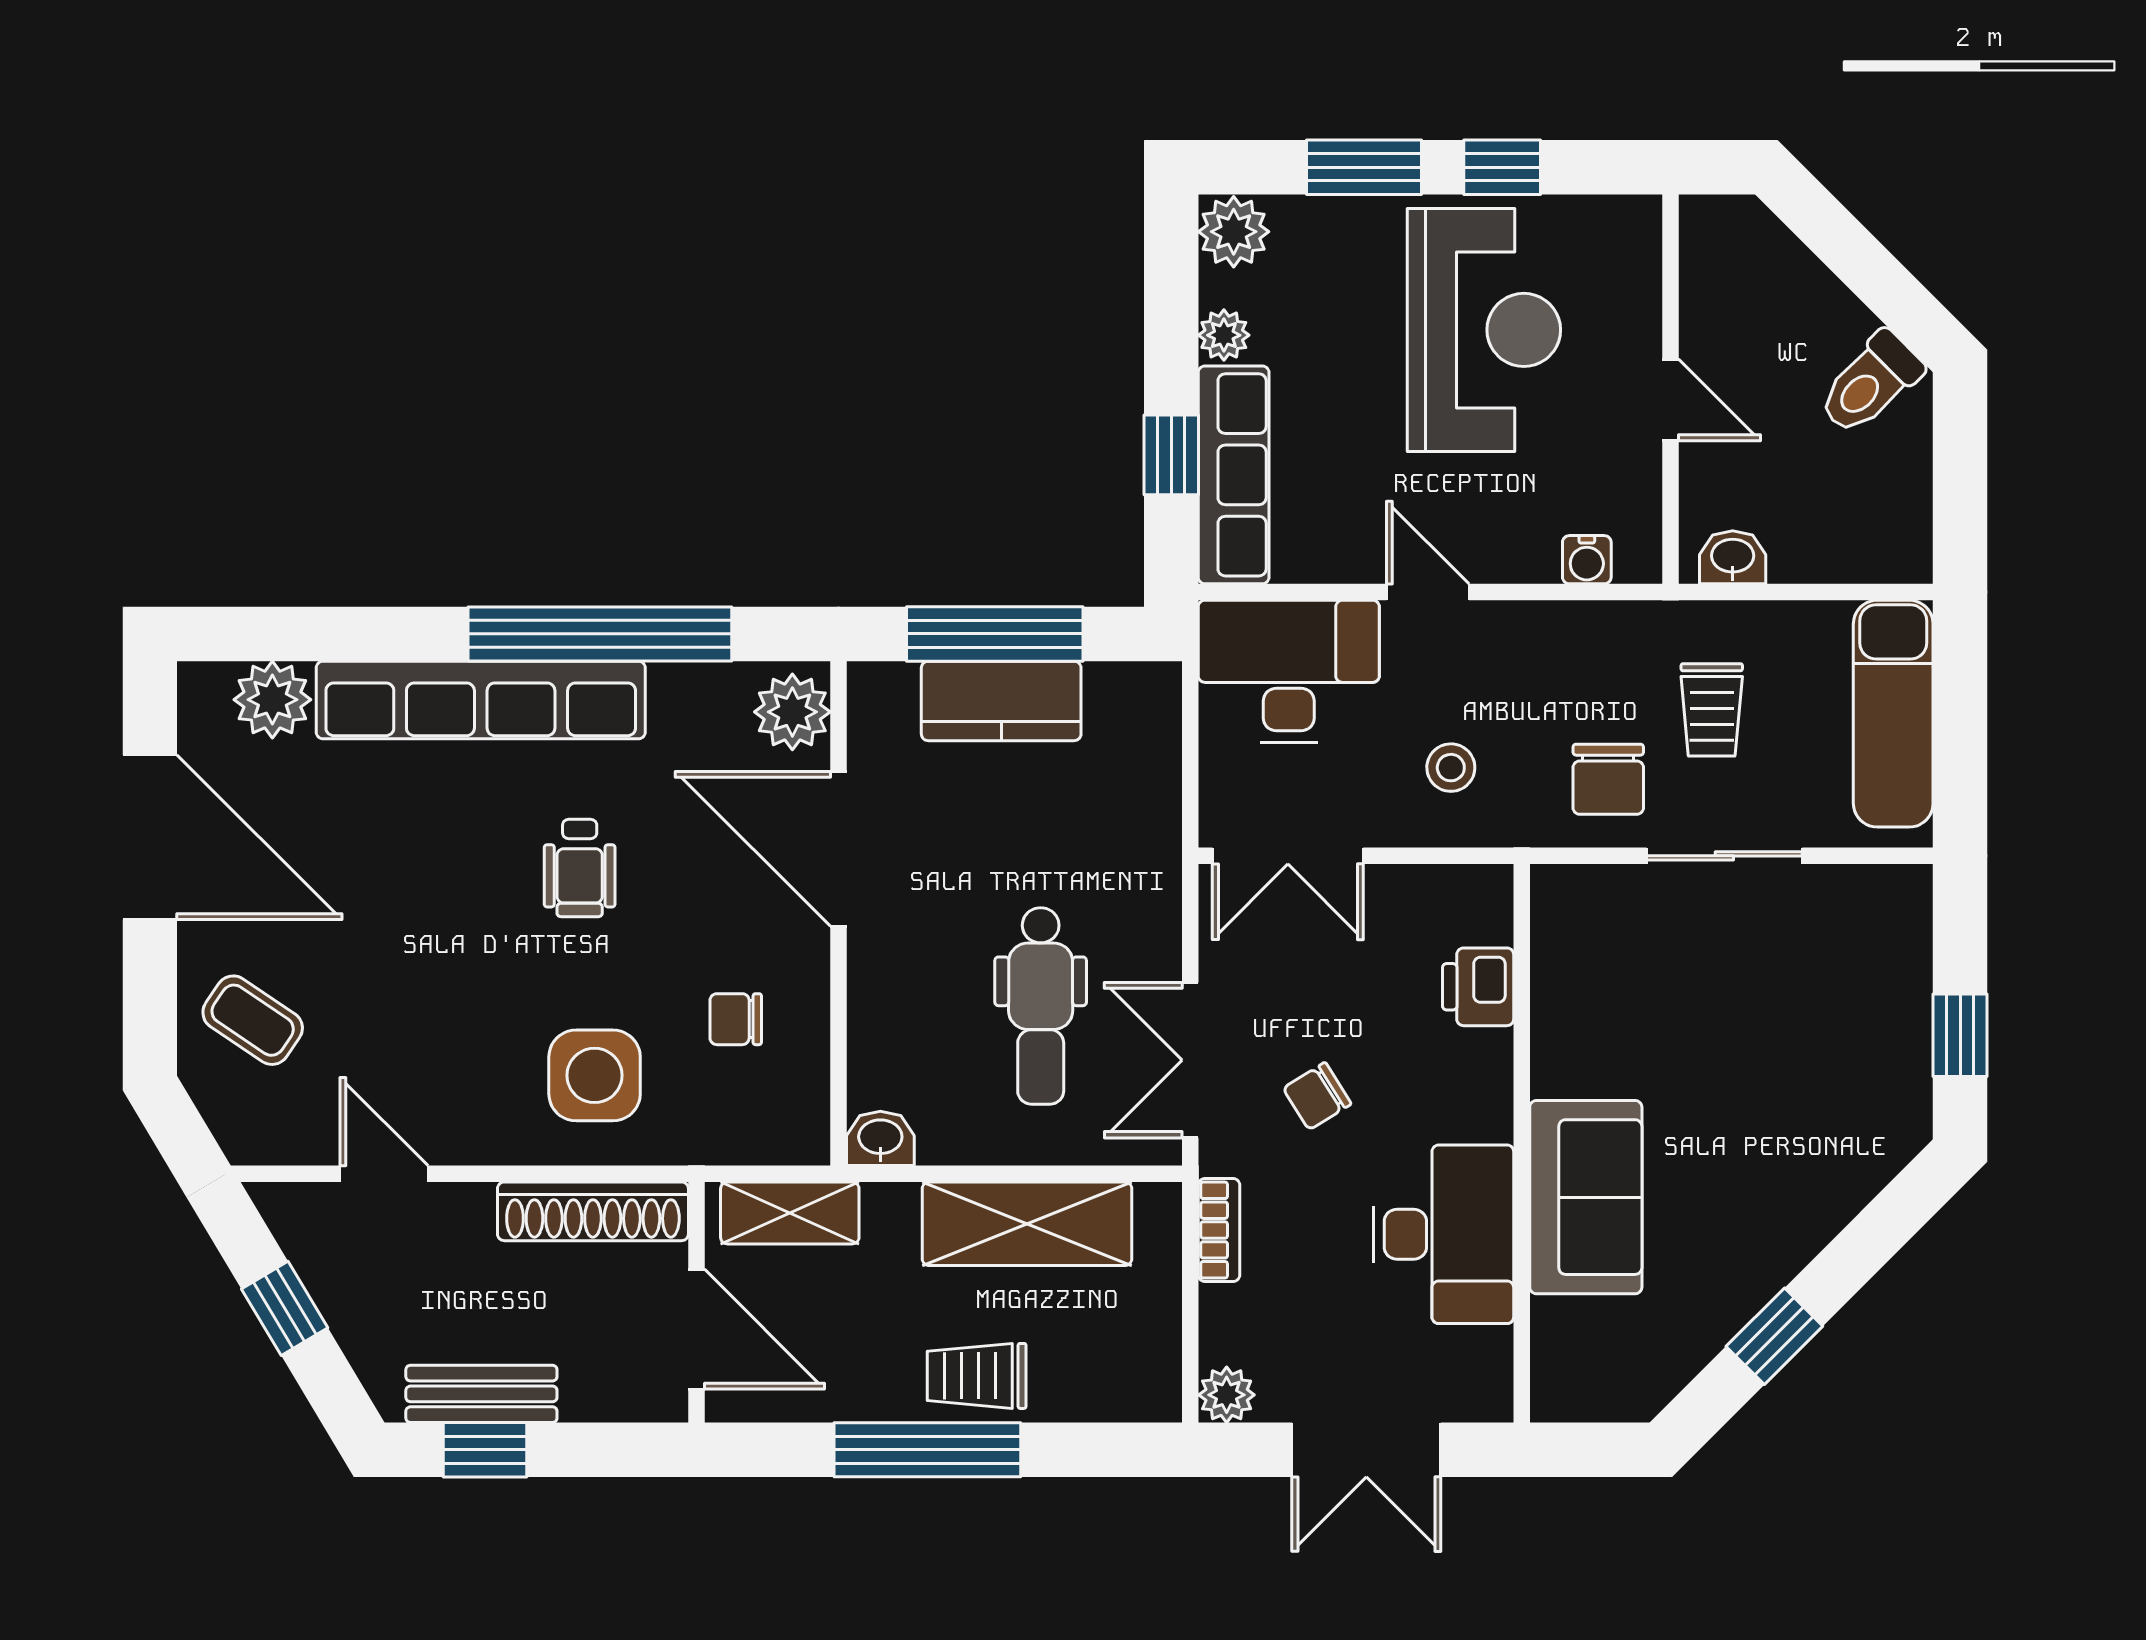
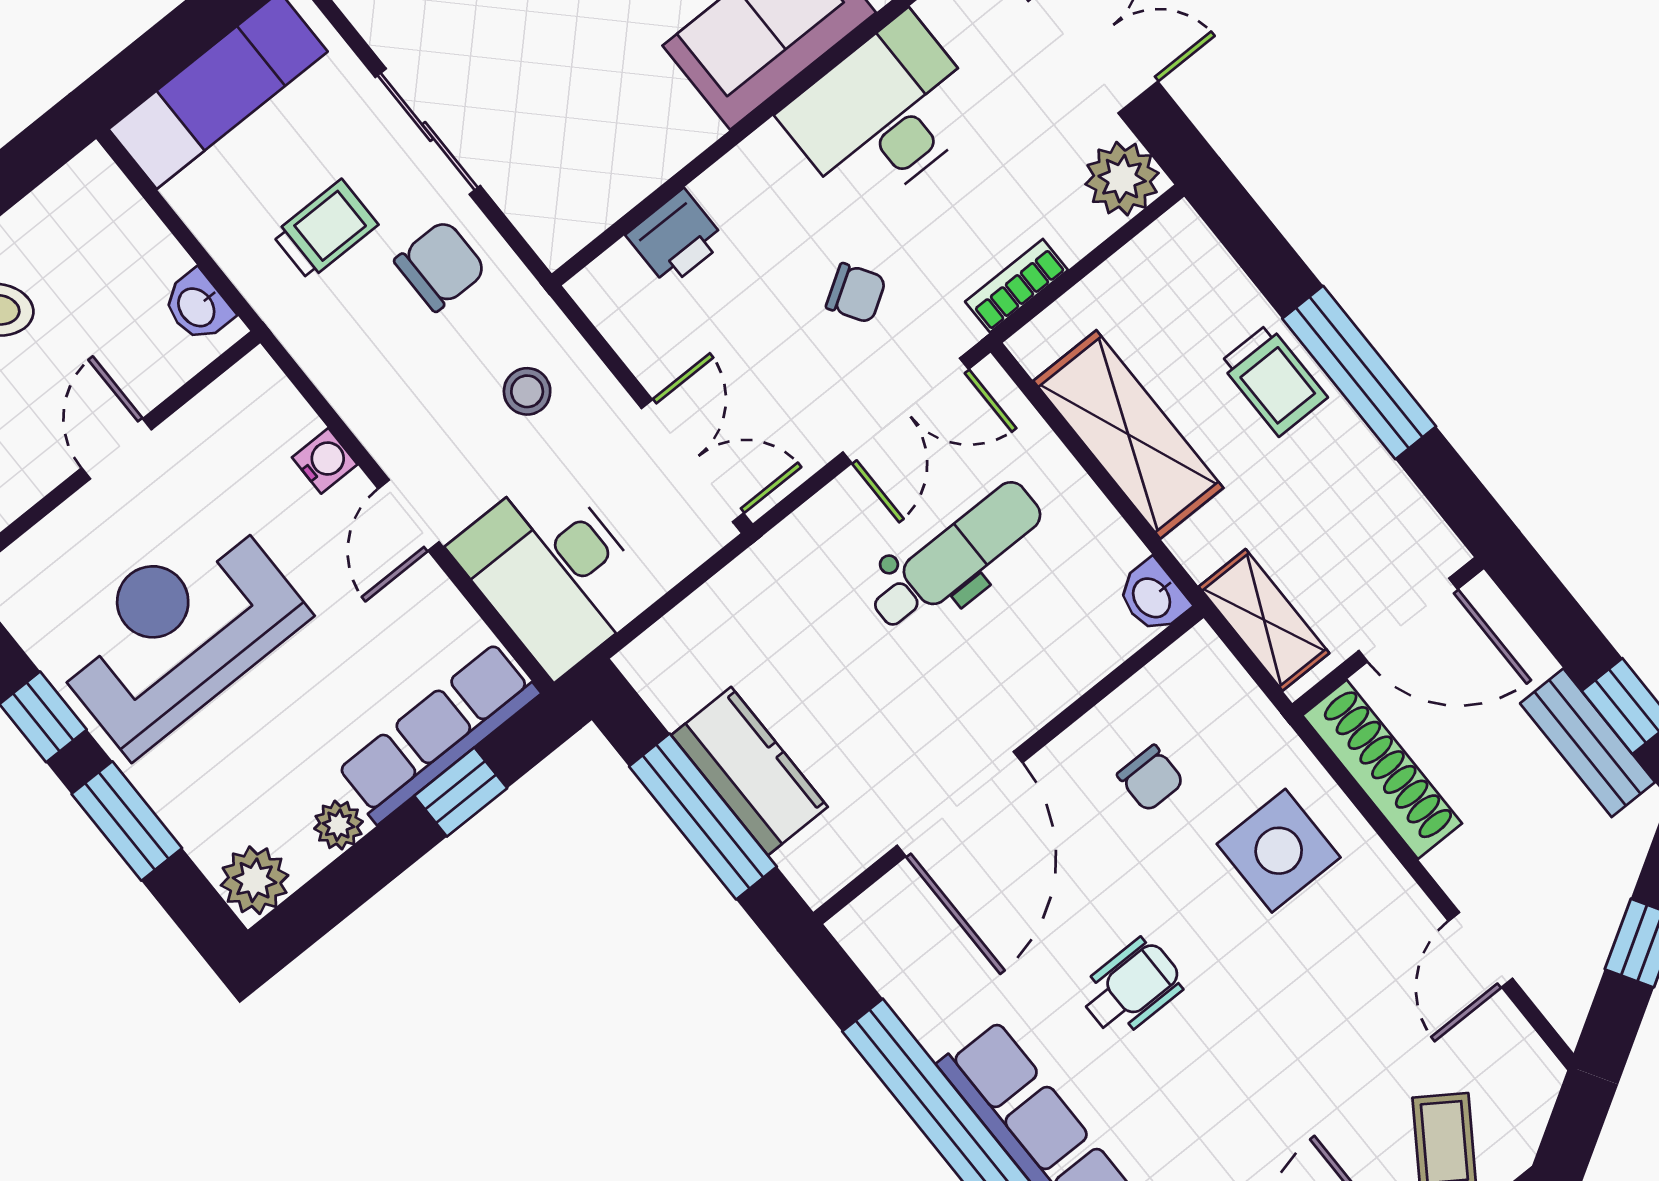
water cooler: (1587, 560) -> (325, 461), moved
plant: (792, 712) -> (885, 922), removed
door: (696, 1329) -> (1408, 620), swing flipped
plant: (1227, 1395) -> (1122, 179), width x1.38, depth x1.38

